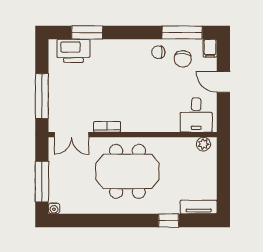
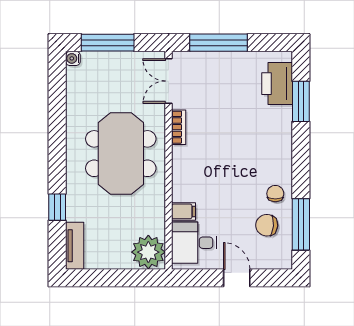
filing cabinet: (210, 48) -> (183, 211), moved, turned 180
door: (223, 82) -> (237, 278), hinge flipped
plant: (203, 144) -> (148, 252), width x1.88, depth x1.88

